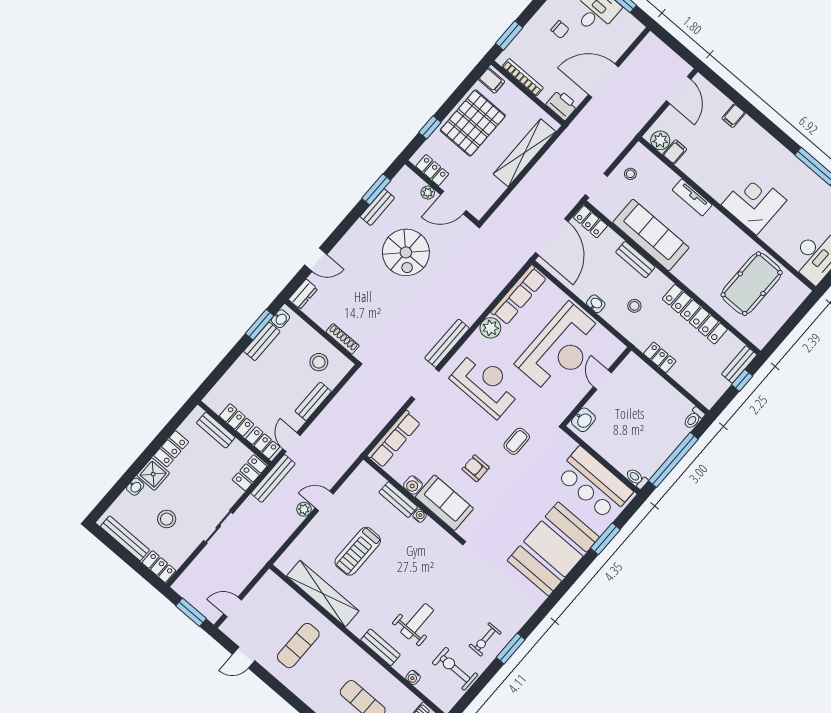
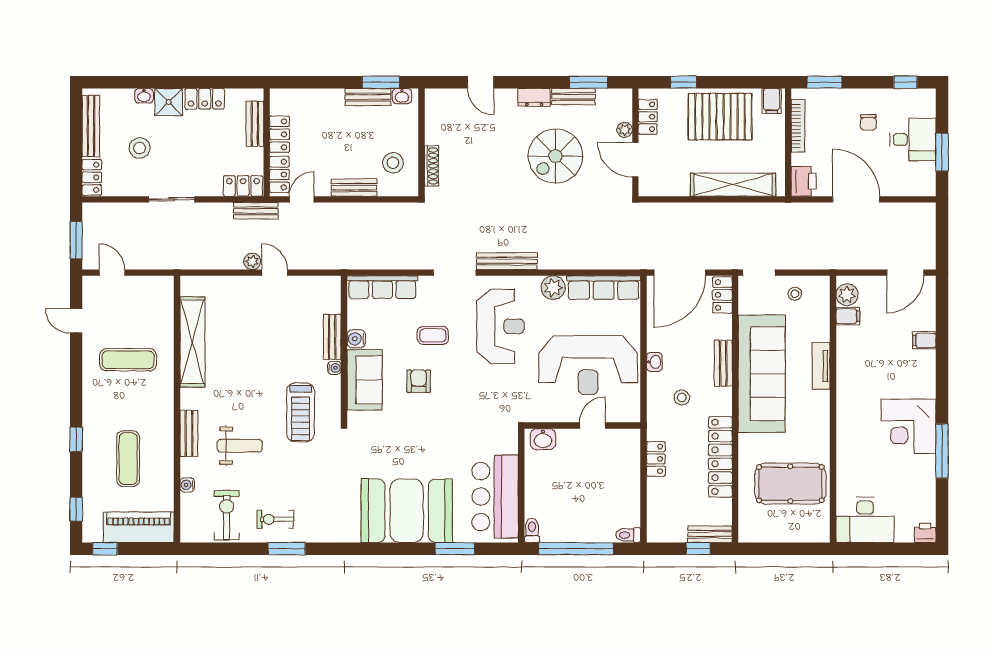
corner desk: (754, 203) -> (909, 426), moved, turned 180
sofa: (651, 235) -> (762, 374), width x1.36, depth x1.27
dresser: (303, 294) -> (534, 97), moved
coffee table: (517, 441) -> (433, 335), moved
bench: (273, 478) -> (256, 211), width x0.73
treadmill: (358, 551) -> (301, 412), moved, turned -90

